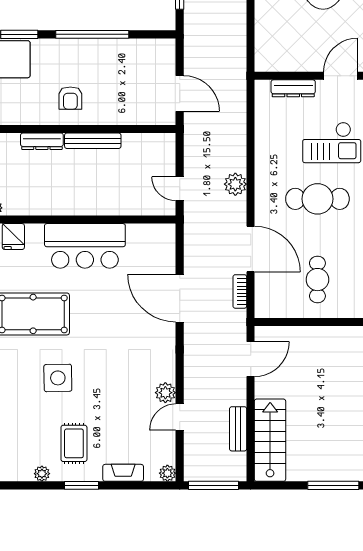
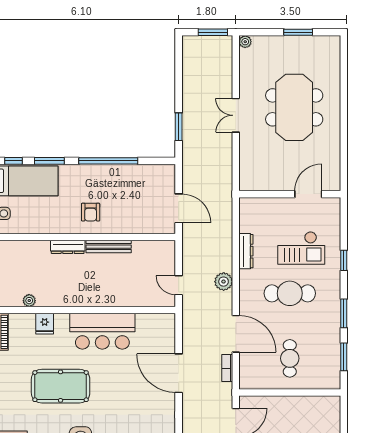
dresser: (293, 88) -> (246, 251), moved, turned -90

